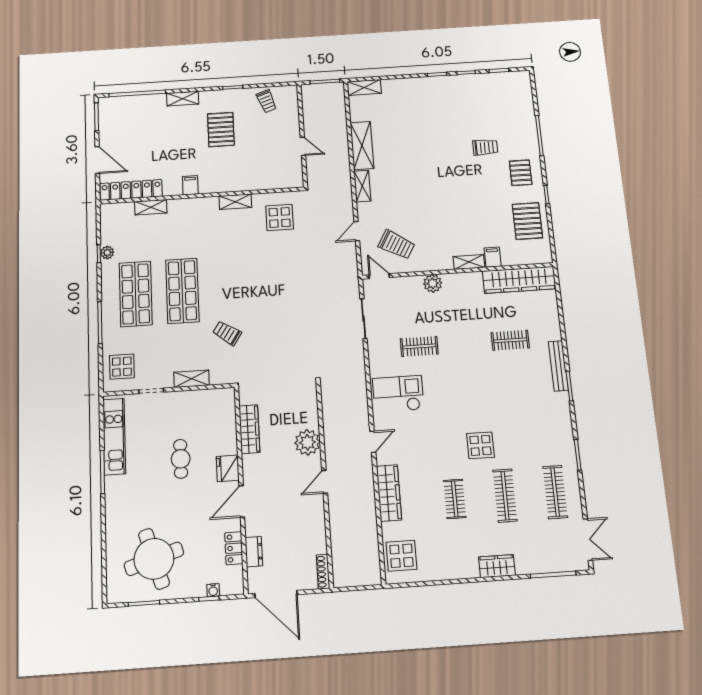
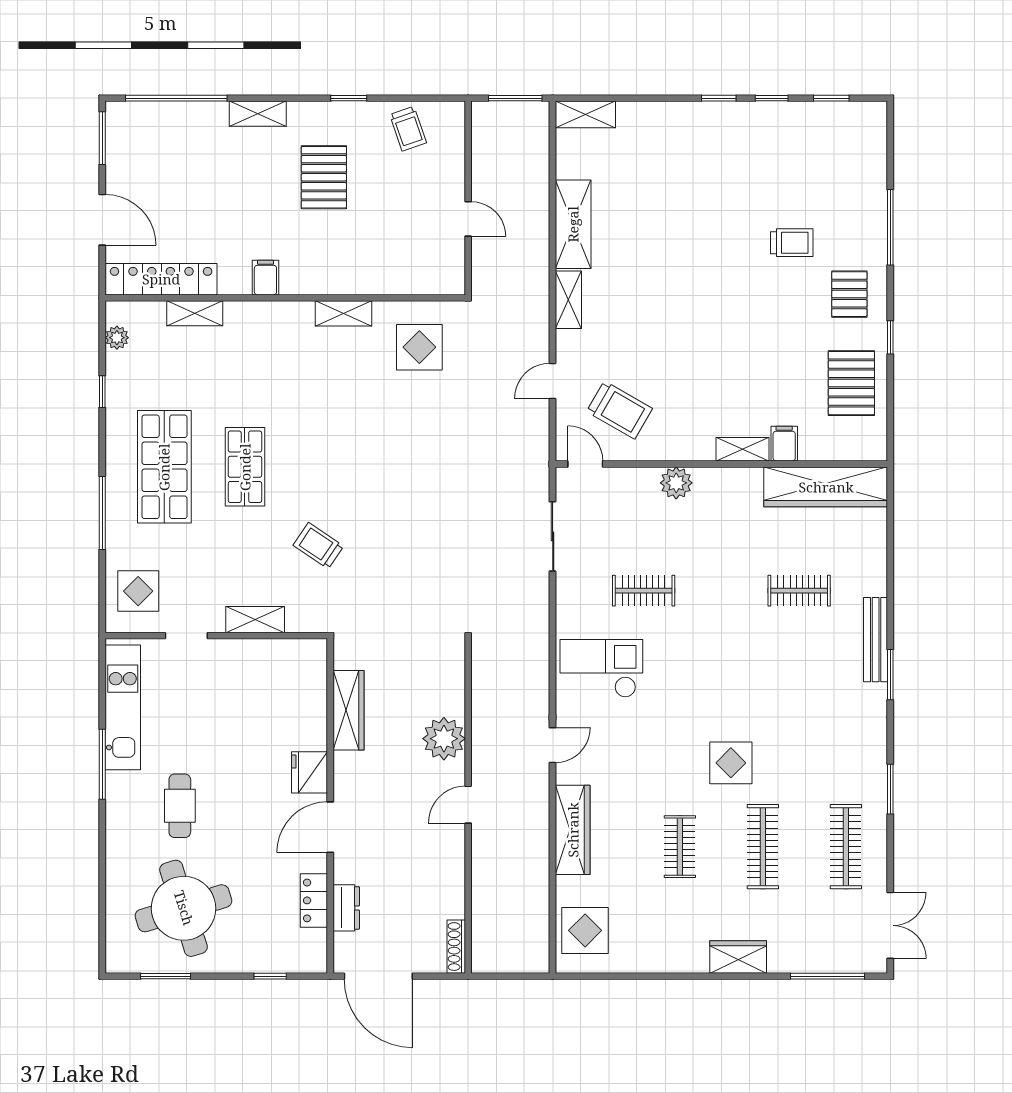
plant: (107, 253) -> (117, 338), moved
shop shelf: (182, 291) -> (245, 467), width x0.70, depth x0.74
cafe table: (181, 459) -> (180, 806), moved
water cooler: (213, 590) -> (277, 963), removed

